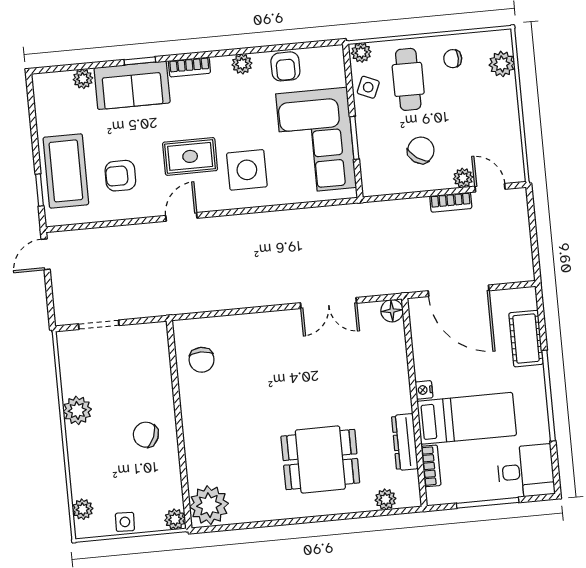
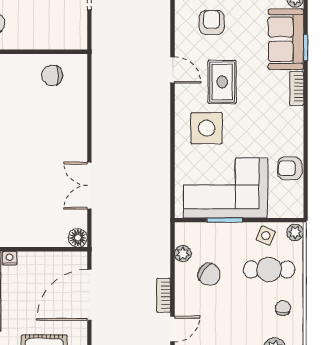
plant: (242, 64) -> (295, 132), removed
plant: (463, 178) -> (183, 254), moved

